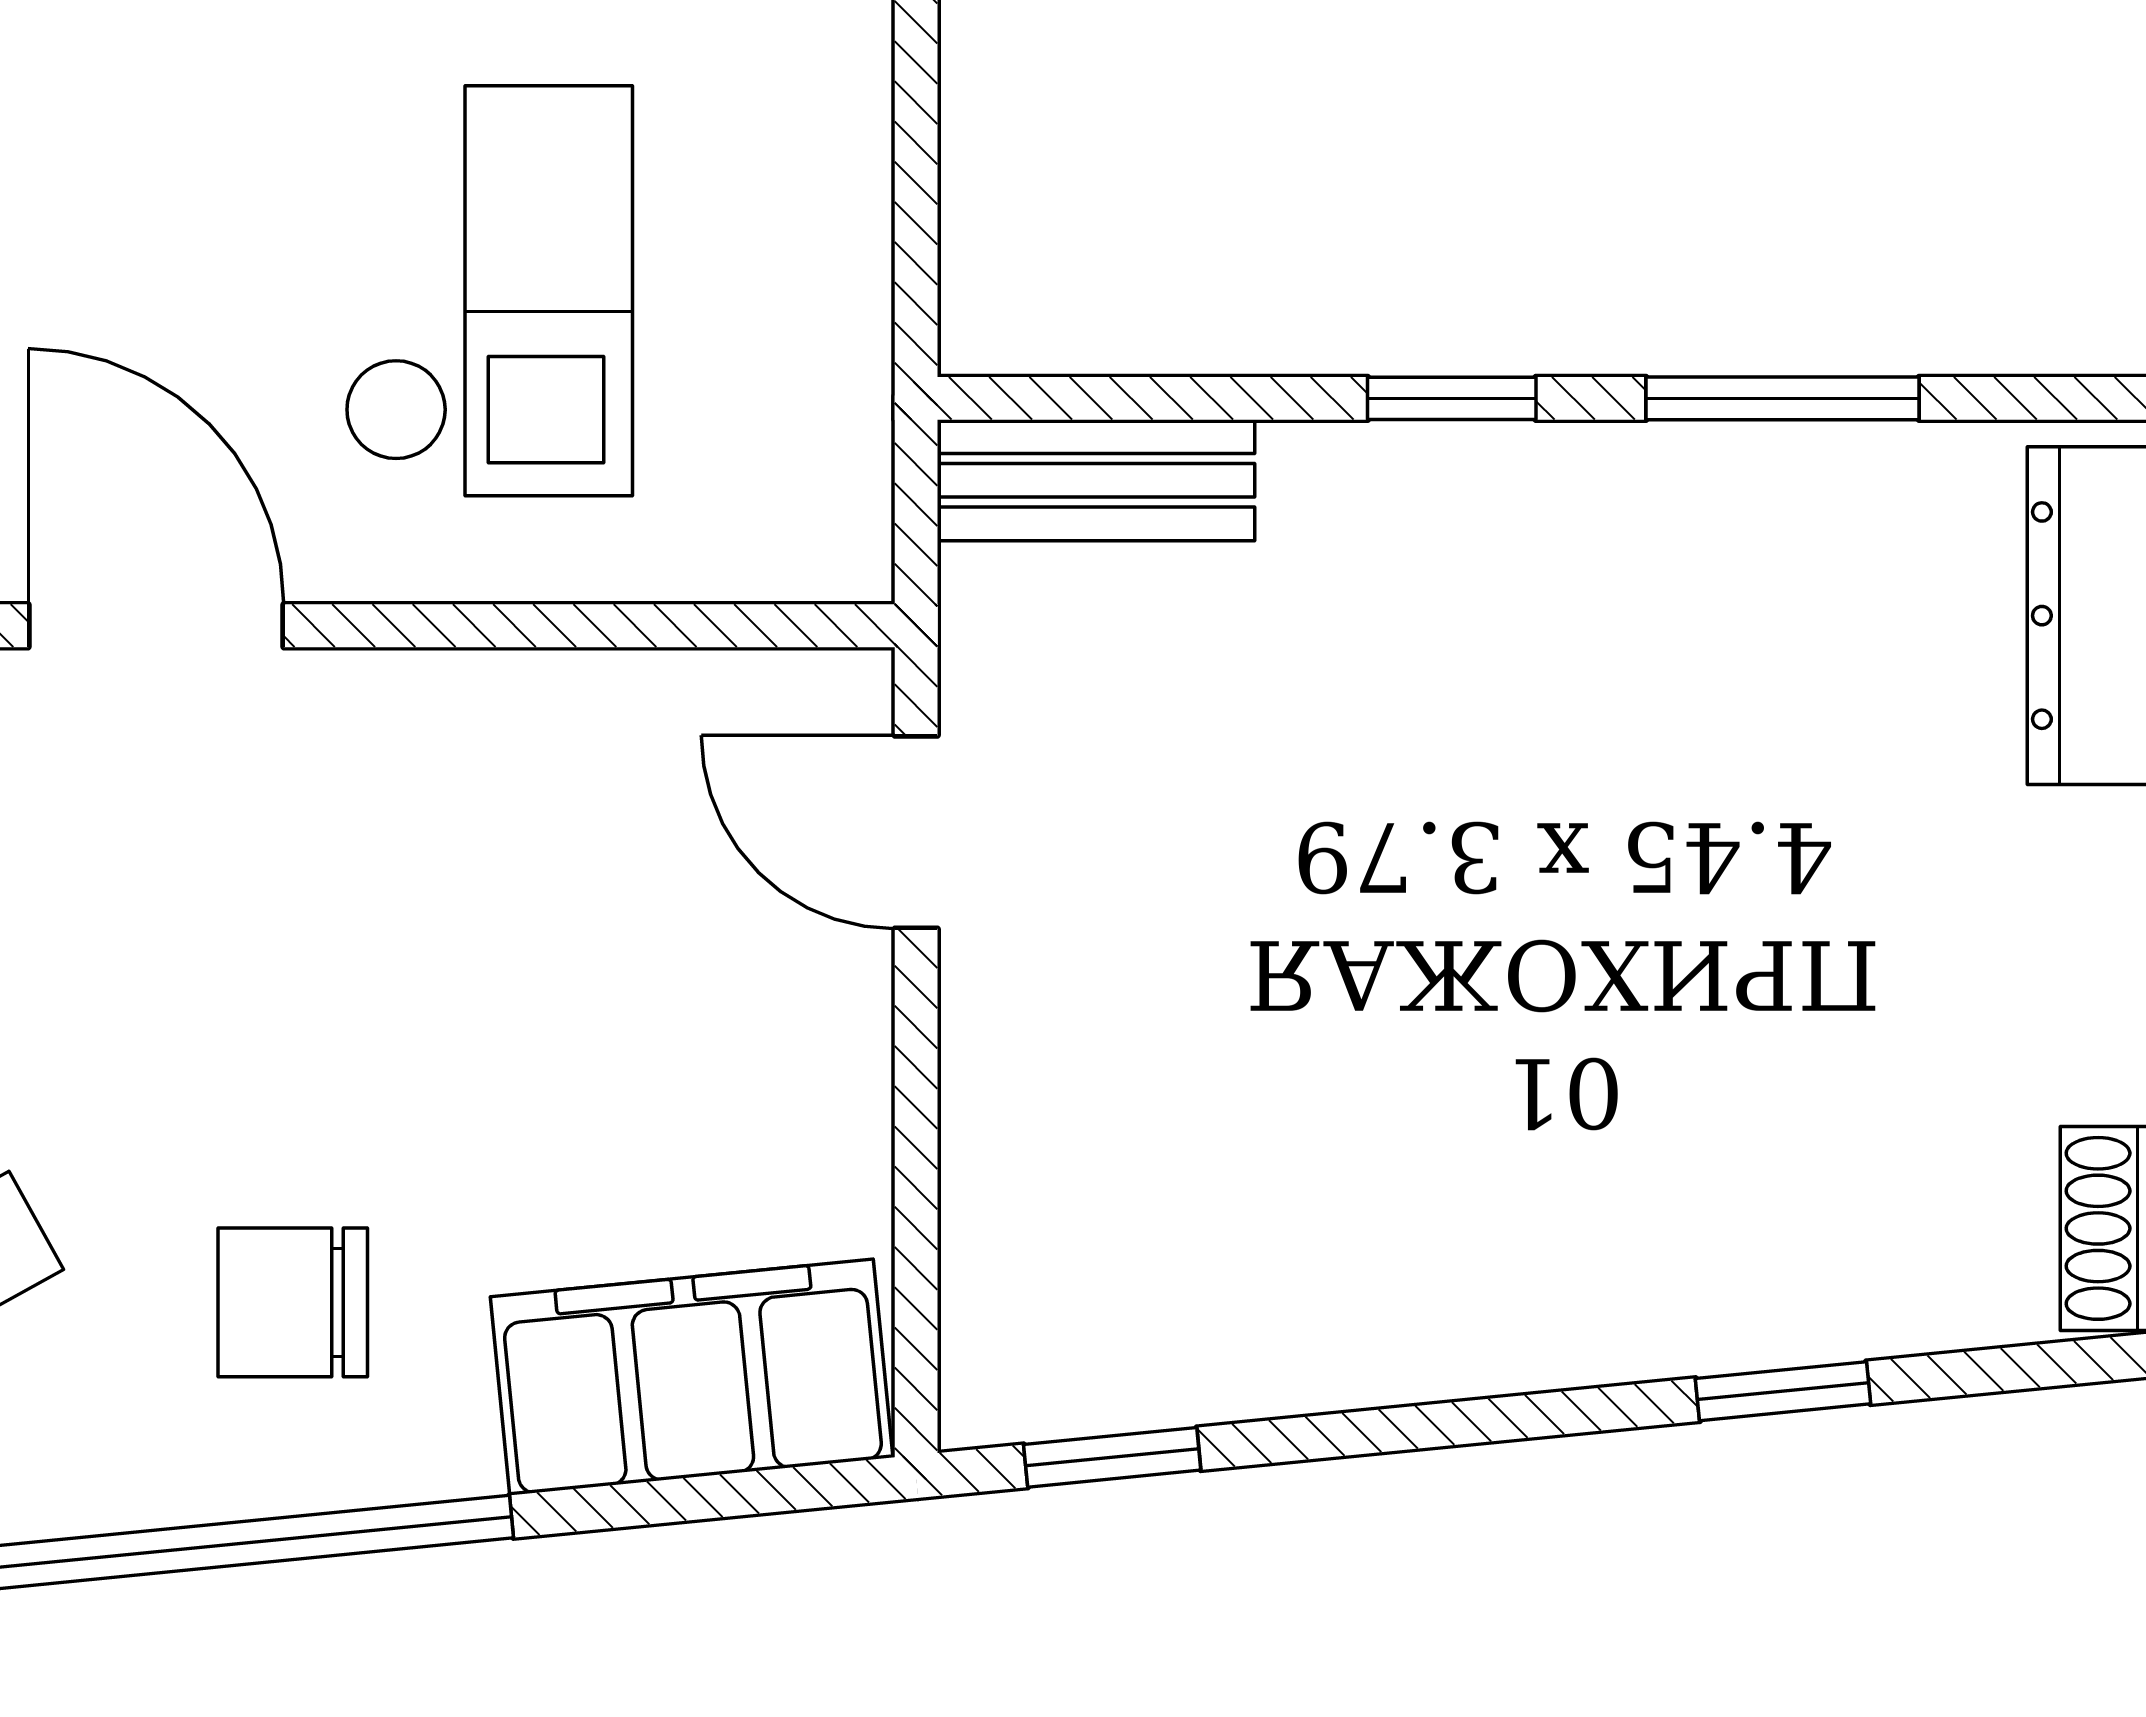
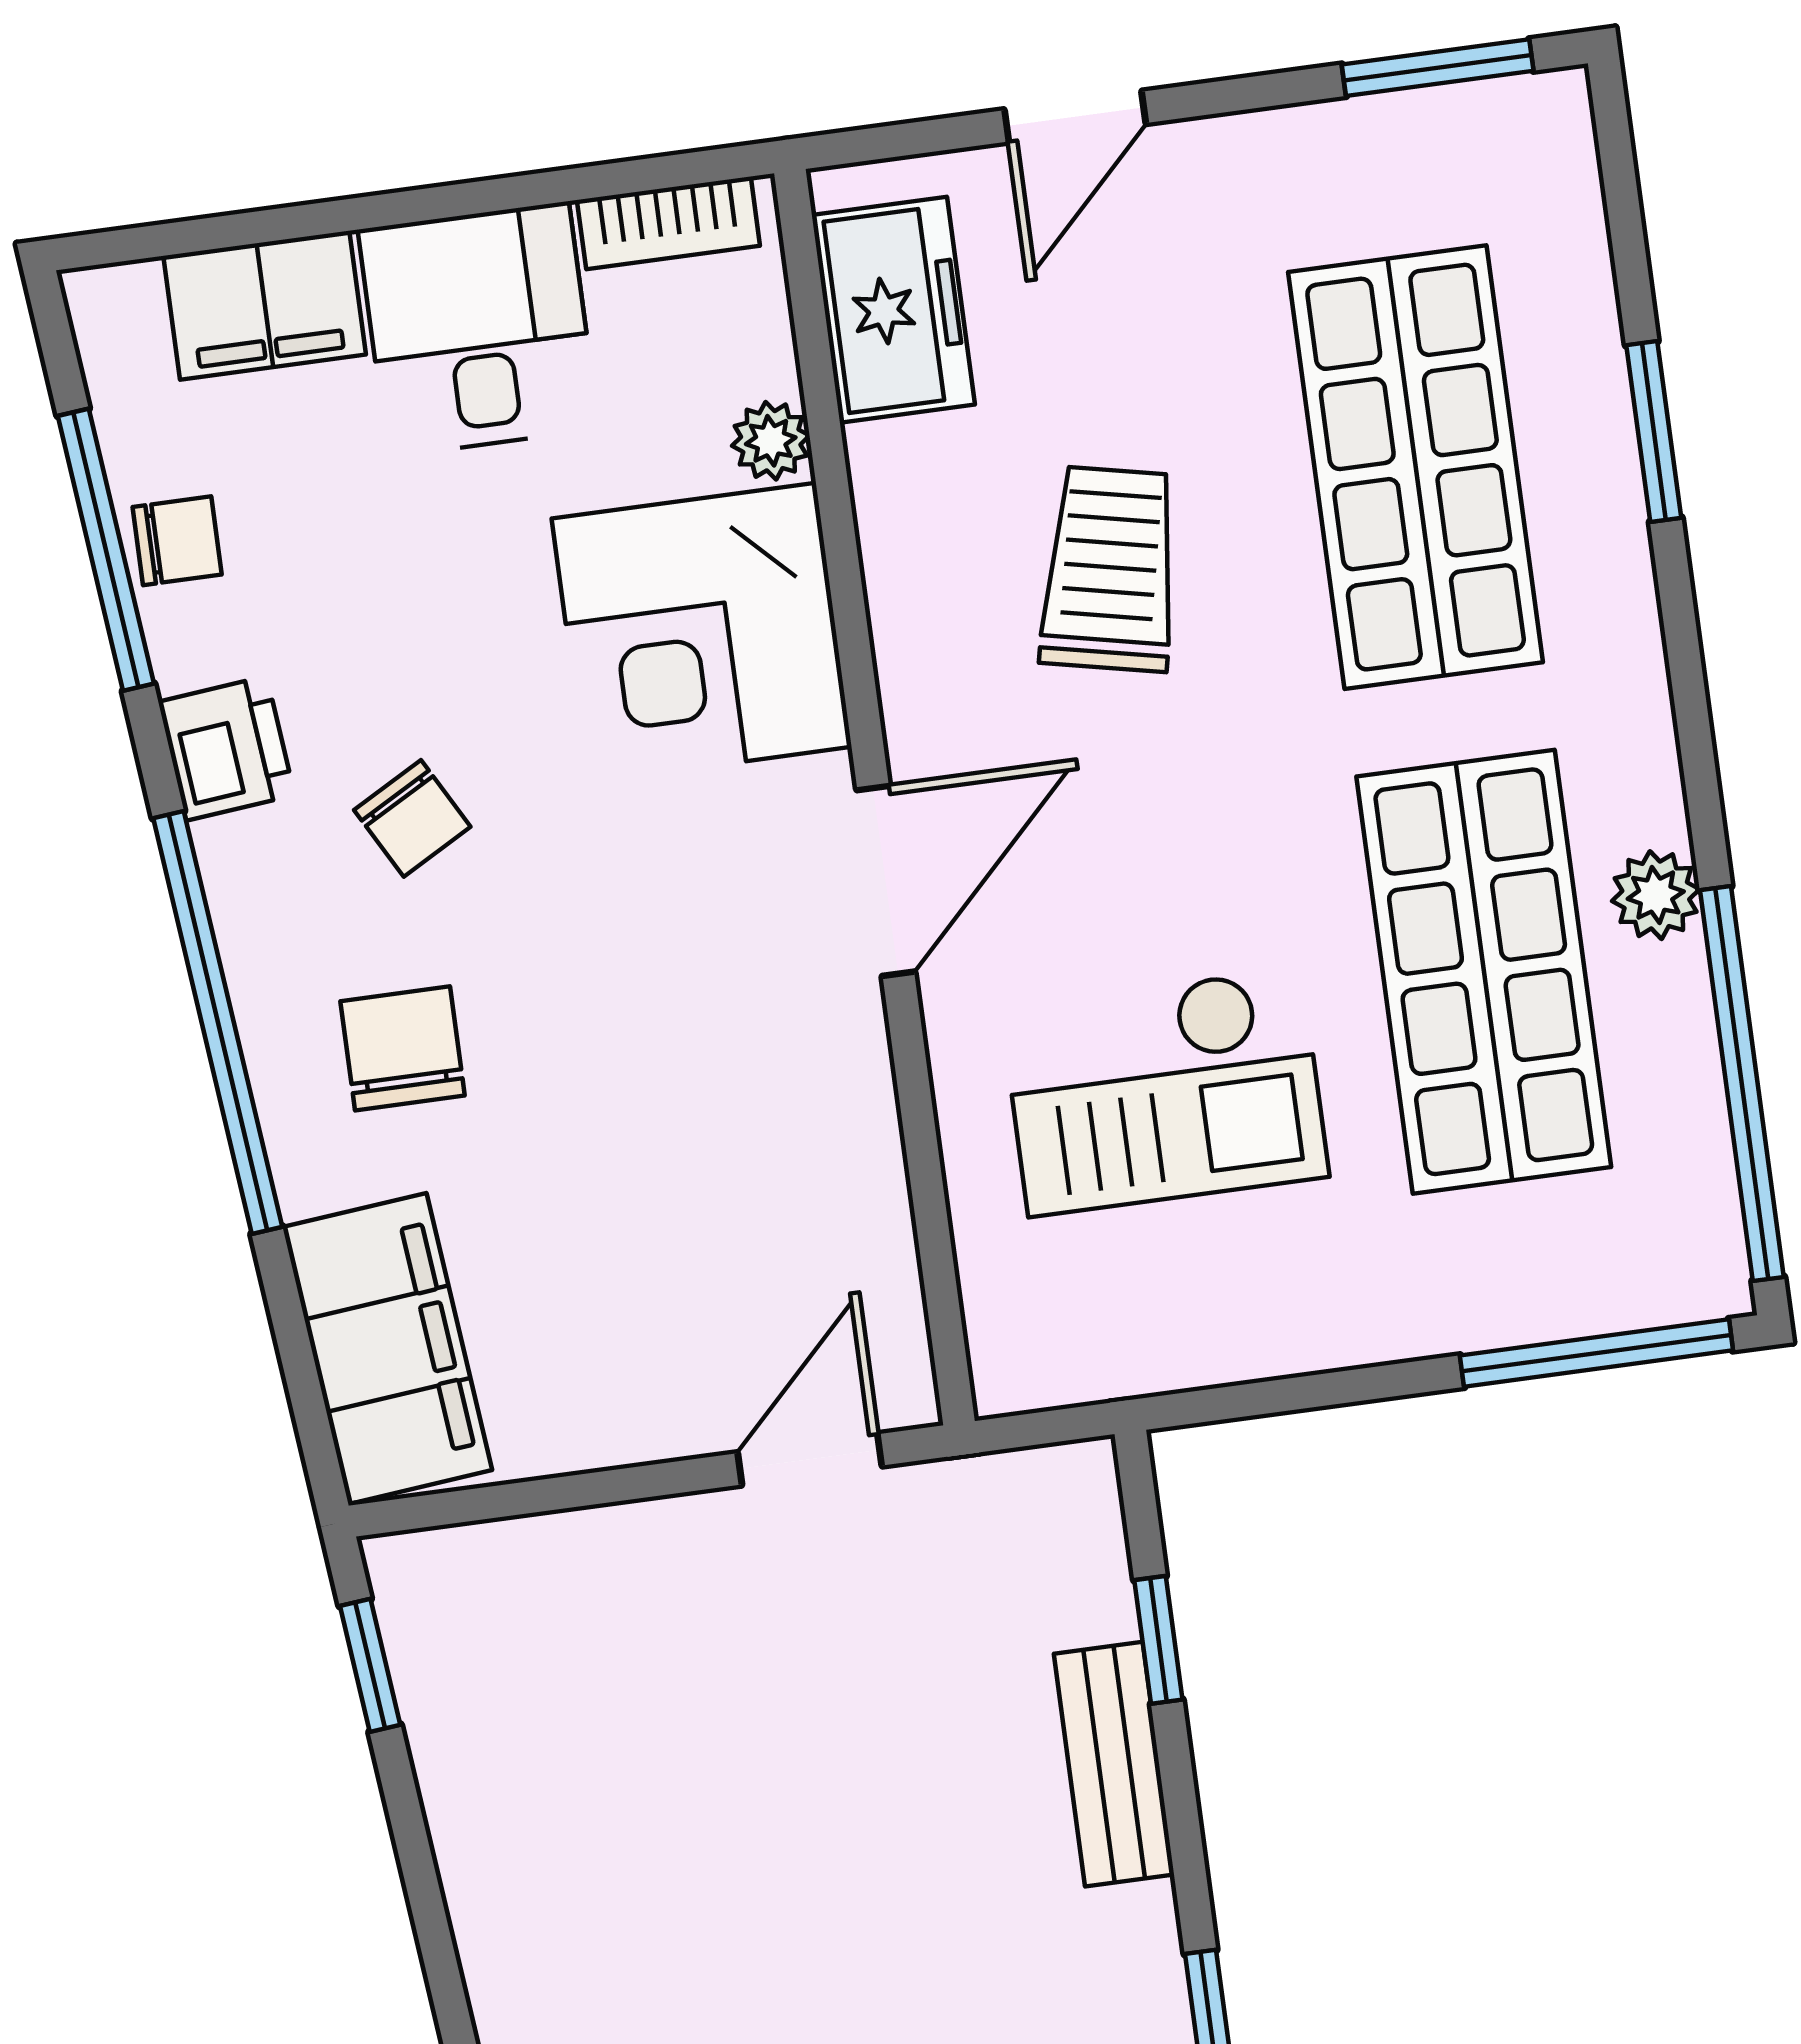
window: (1452, 398) -> (1158, 1640), moved
bench: (1096, 480) -> (1114, 1764), moved

